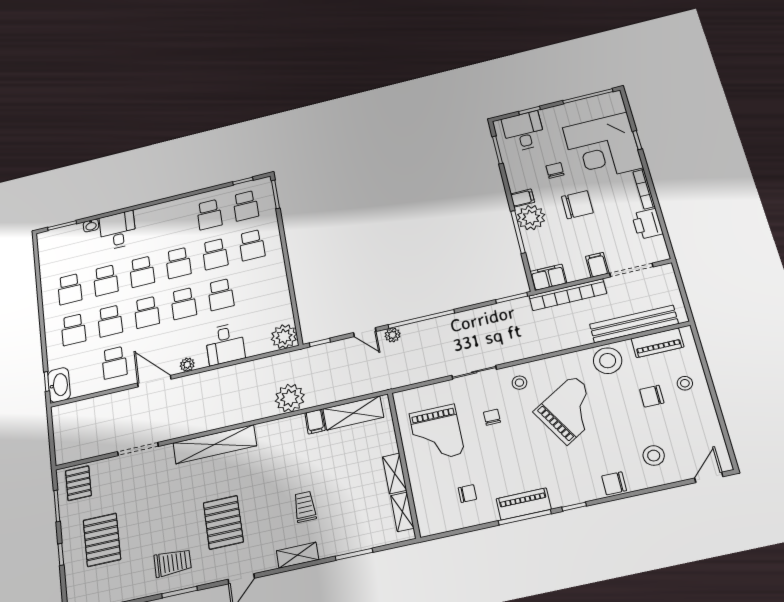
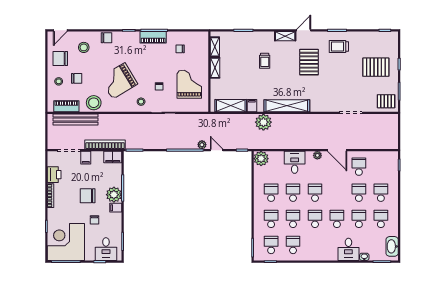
corner desk: (602, 148) -> (66, 242), moved, turned -90
school desk: (147, 312) -> (271, 193), moved
washbasin: (59, 385) -> (392, 246), moved
chair: (693, 425) -> (60, 59), added
shelving: (215, 444) -> (287, 106), moved
pallet: (78, 483) -> (386, 101), turned 90
pallet: (102, 540) -> (376, 67), turned 90
shelving: (298, 555) -> (285, 36), moved

